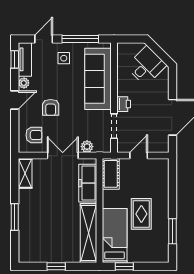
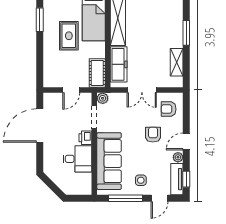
desk: (146, 66) -> (77, 159), moved, turned -135
plant: (87, 147) -> (103, 98), moved
shelving: (25, 173) -> (177, 62), moved

